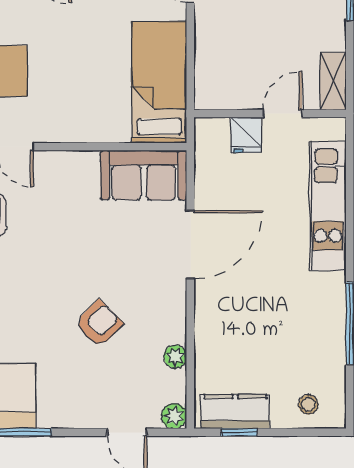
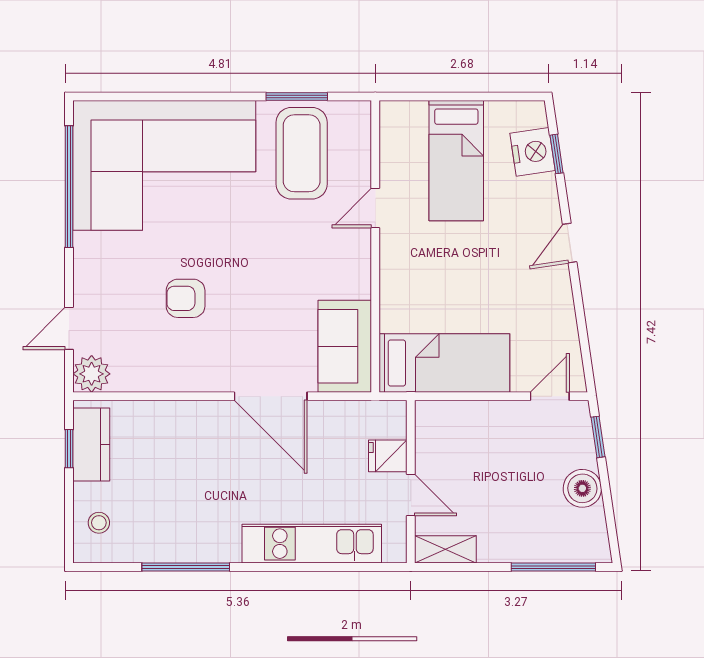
armchair: (99, 324) -> (186, 298), turned 135
plant: (175, 357) -> (150, 380), removed
plant: (174, 416) -> (92, 374), width x1.38, depth x1.38

